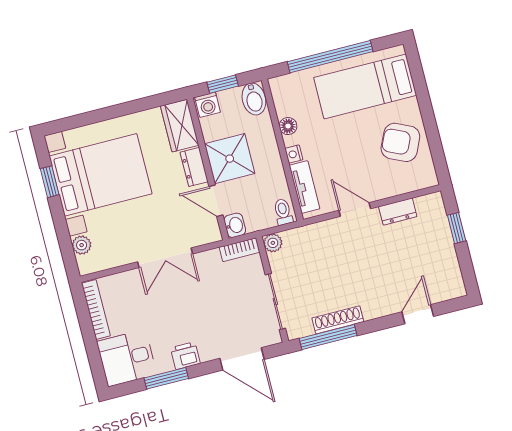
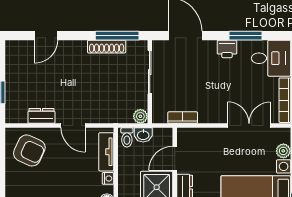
armchair: (400, 142) -> (29, 150), moved
door: (216, 201) -> (175, 158), swing flipped
washbasin: (235, 225) -> (143, 135), moved, turned -90
bookcase: (239, 250) -> (183, 118), moved
double door: (165, 258) -> (249, 126), moved

